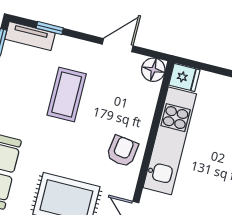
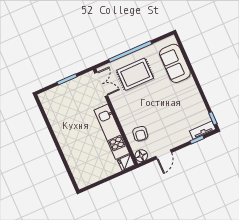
coffee table: (67, 95) -> (169, 118), removed
armchair: (122, 151) -> (140, 134), moved

